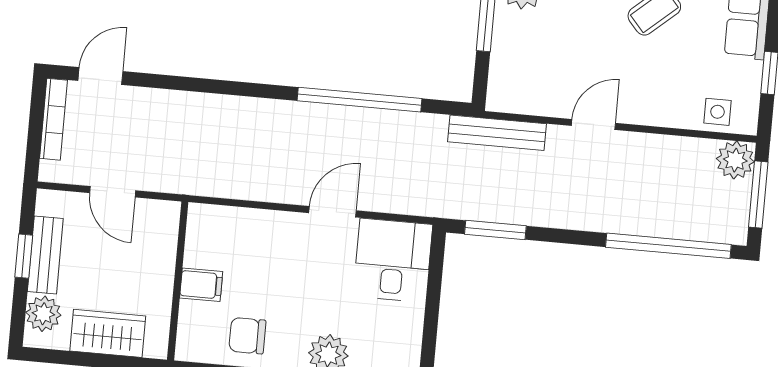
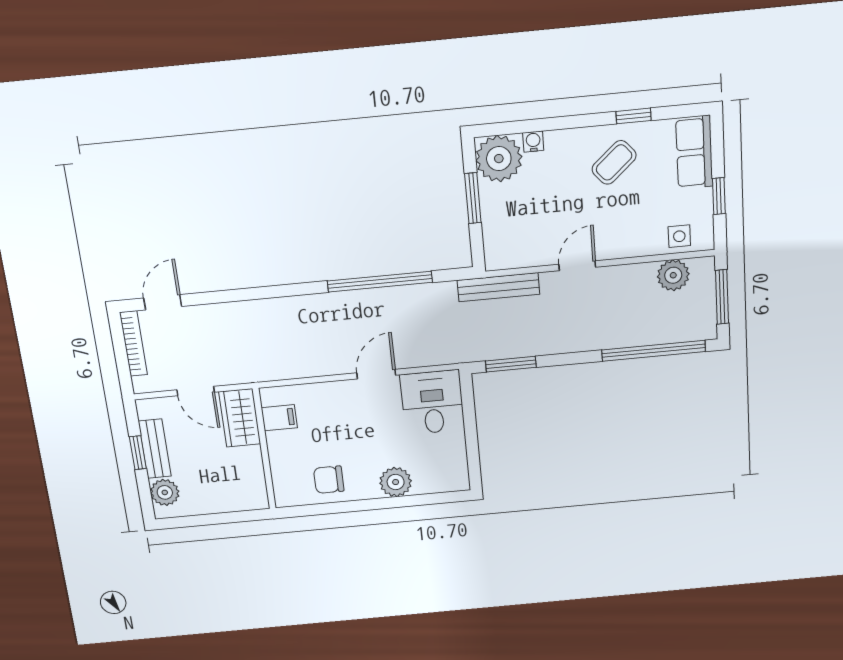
plant: (735, 160) -> (673, 275), moved
filing cabinet: (201, 285) -> (279, 418), moved
wardrobe: (108, 333) -> (240, 418), moved, turned -90

